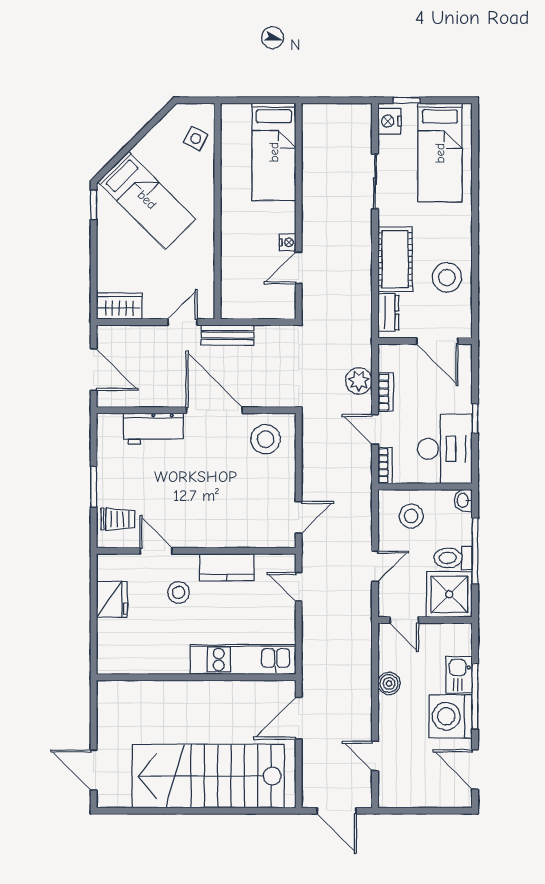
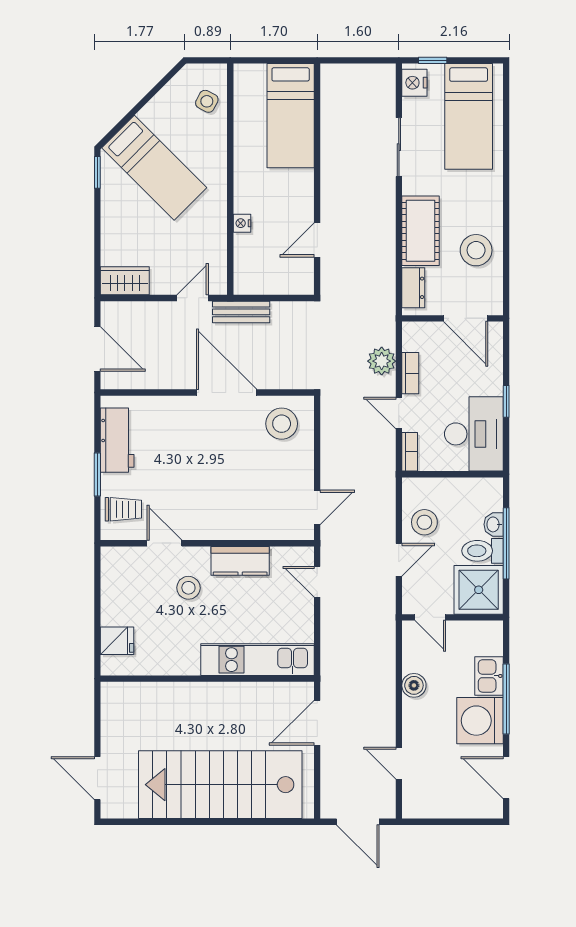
nightstand: (288, 242) -> (242, 223), moved, turned 180
workbench: (154, 429) -> (117, 440), moved, turned -90
washbasin: (463, 500) -> (494, 524), moved
stool: (411, 516) -> (424, 522), moved
fridge: (112, 599) -> (117, 641), moved, width x0.72

